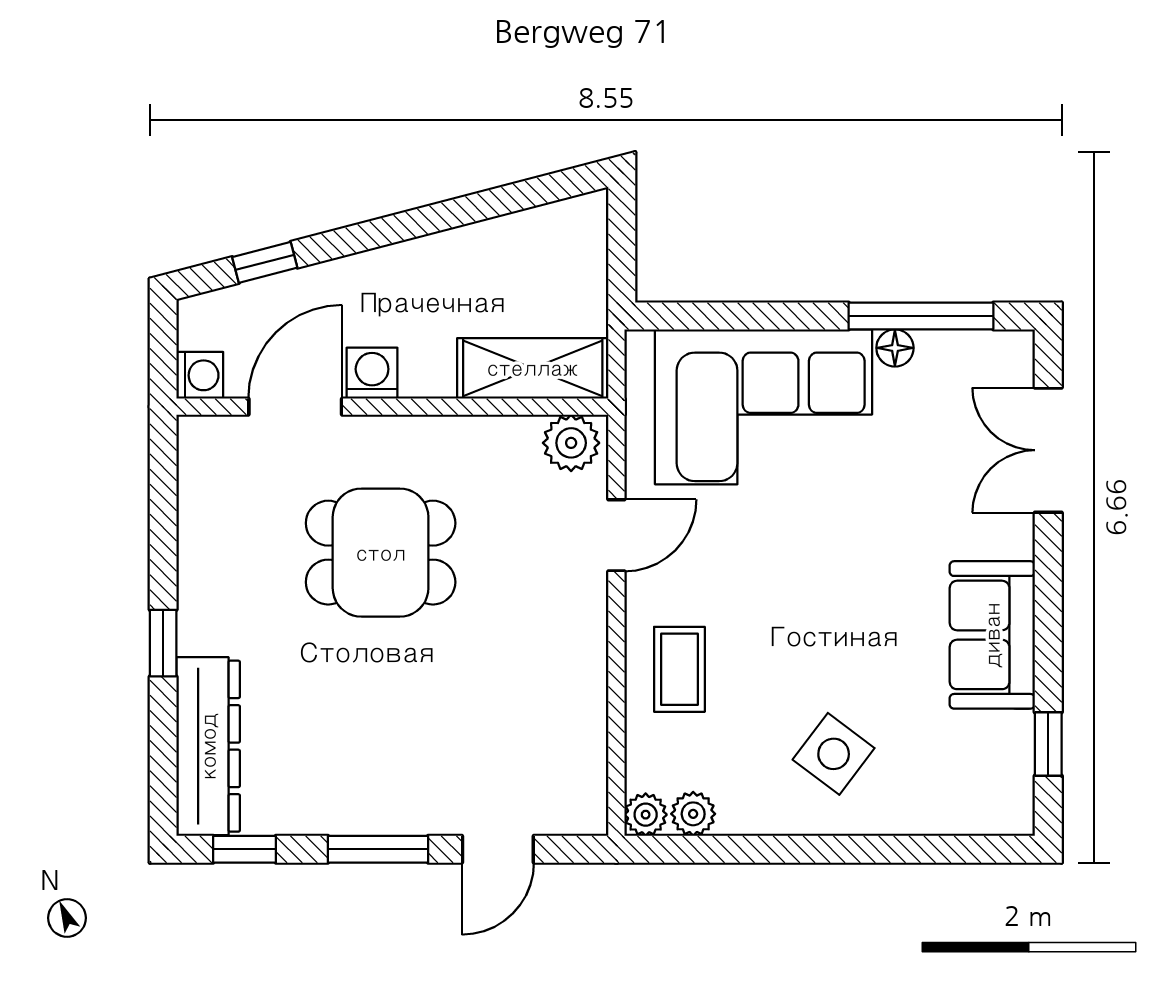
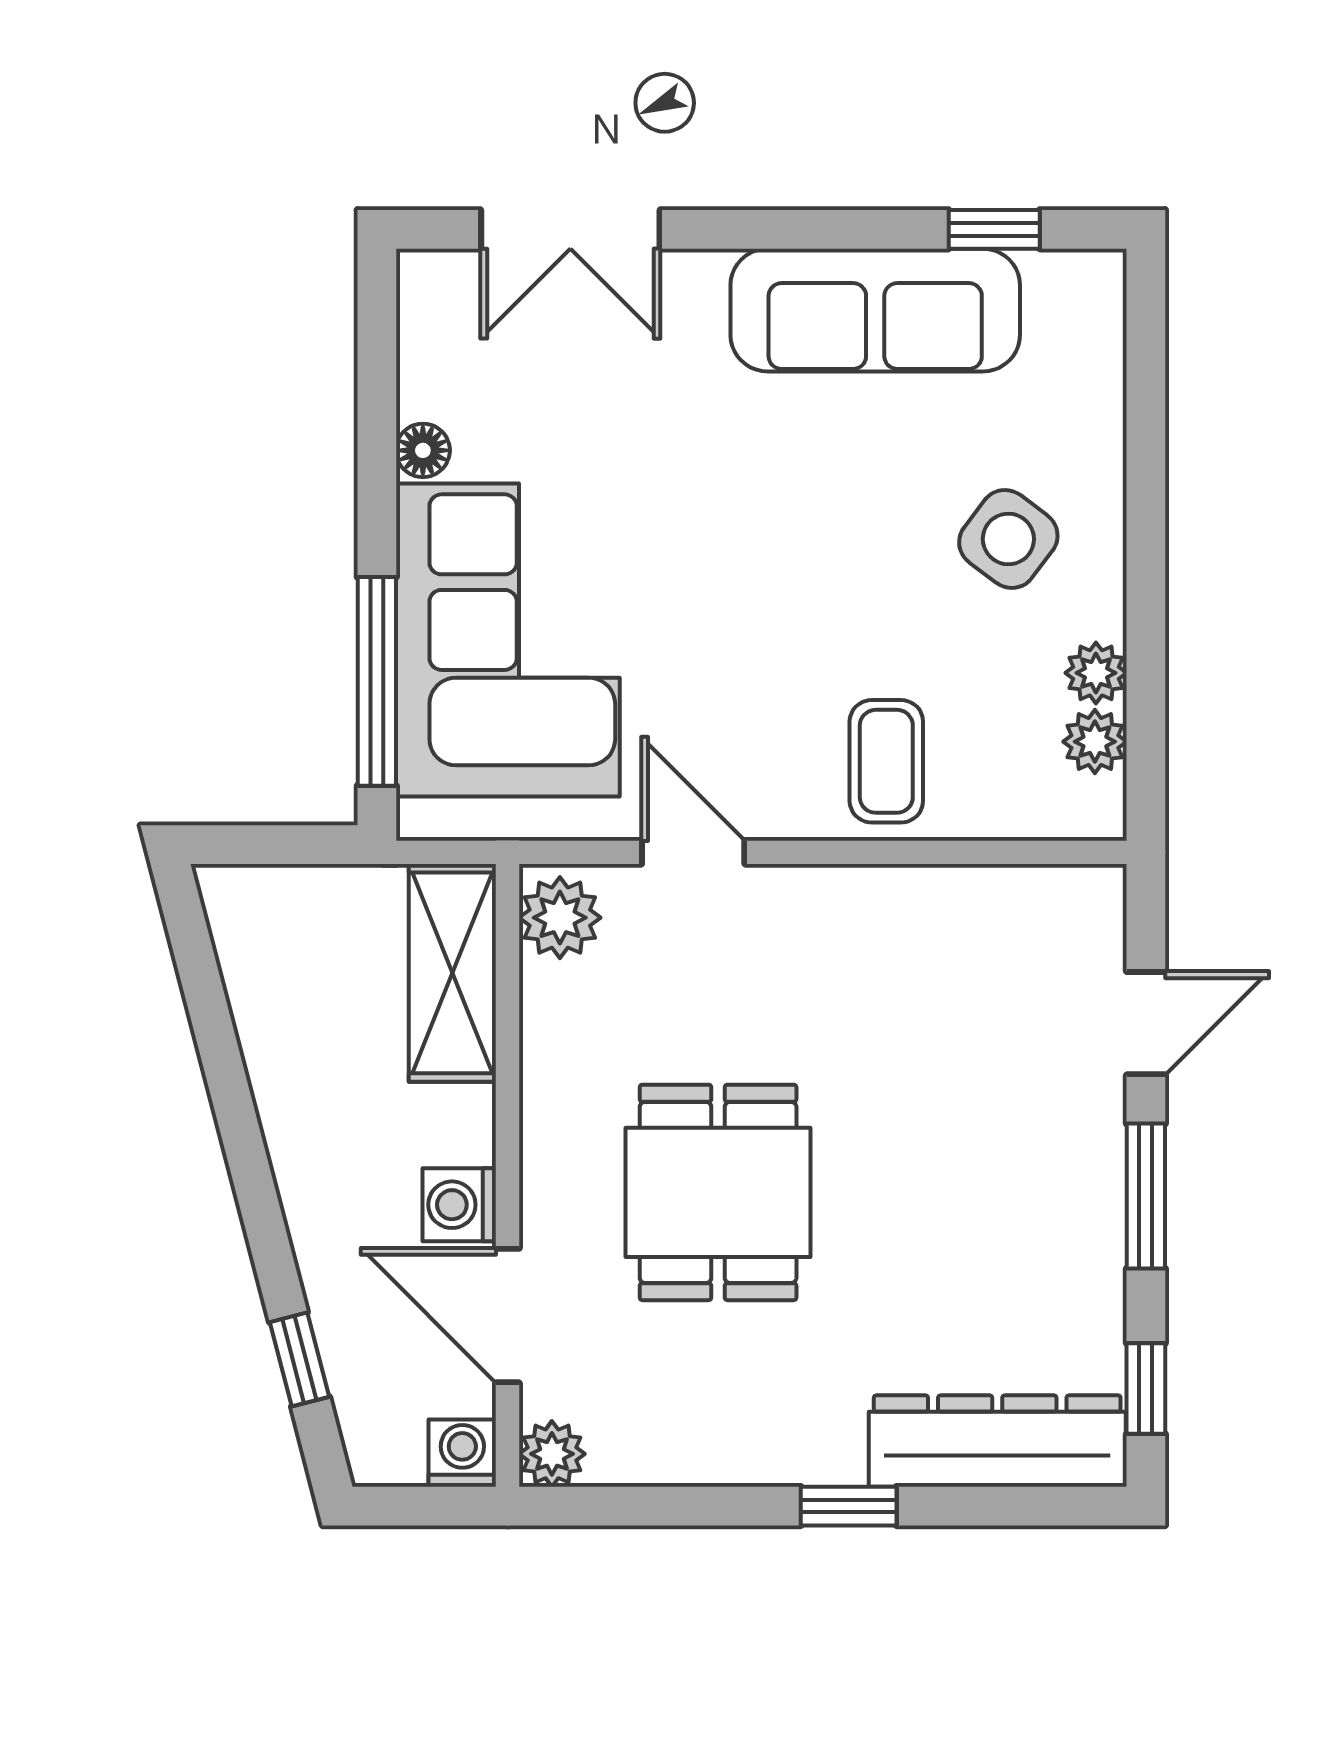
window: (921, 316) -> (377, 681), moved
plant: (199, 437) -> (552, 1454), added
sofa: (992, 635) -> (875, 310), width x1.36
coffee table: (679, 669) -> (886, 761), turned 90
plant: (646, 815) -> (1096, 673), moved
door: (498, 849) -> (1146, 1023), hinge flipped

